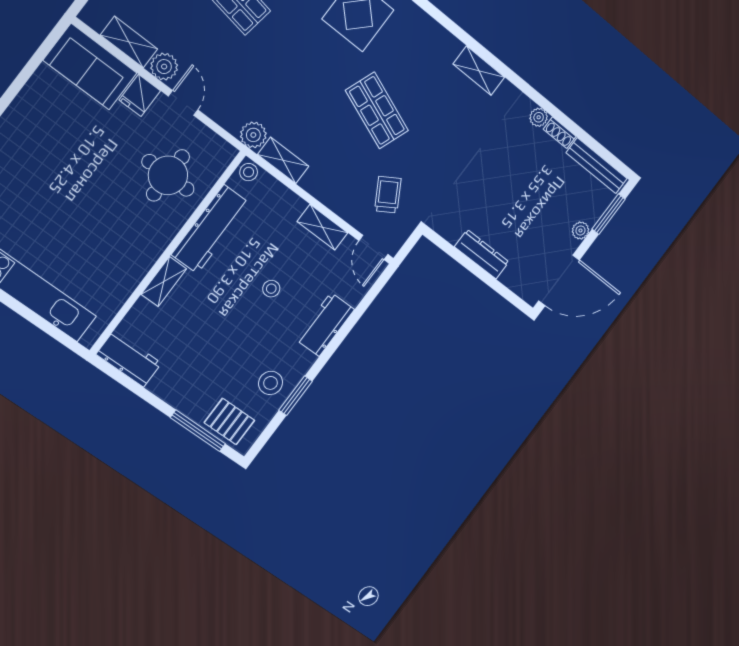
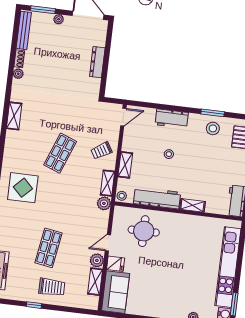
trolley: (388, 195) -> (101, 151), moved
shelving: (322, 227) -> (125, 165), moved

